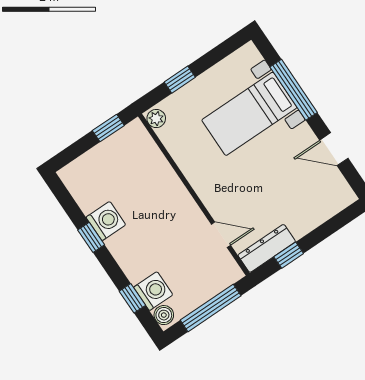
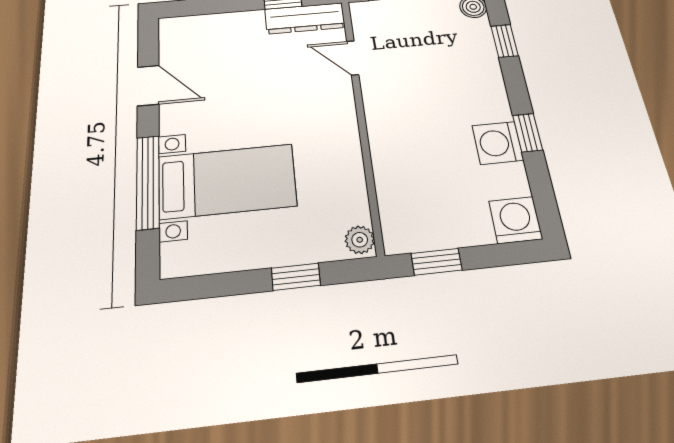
washing machine: (153, 291) -> (516, 220), moved, turned 90

